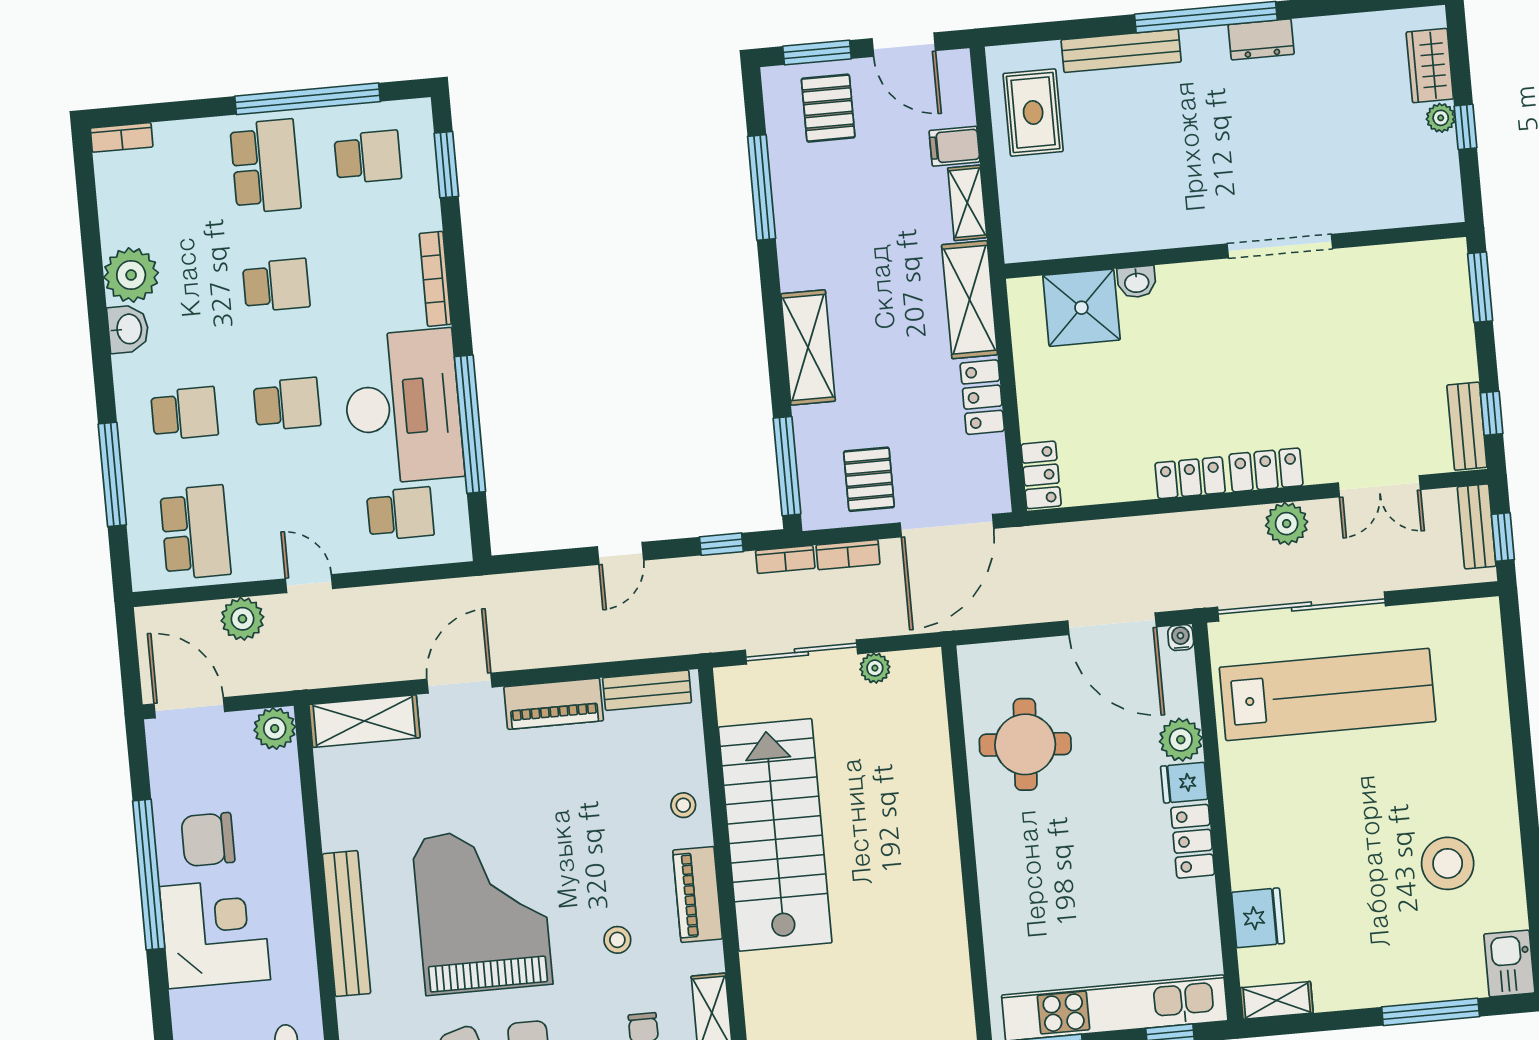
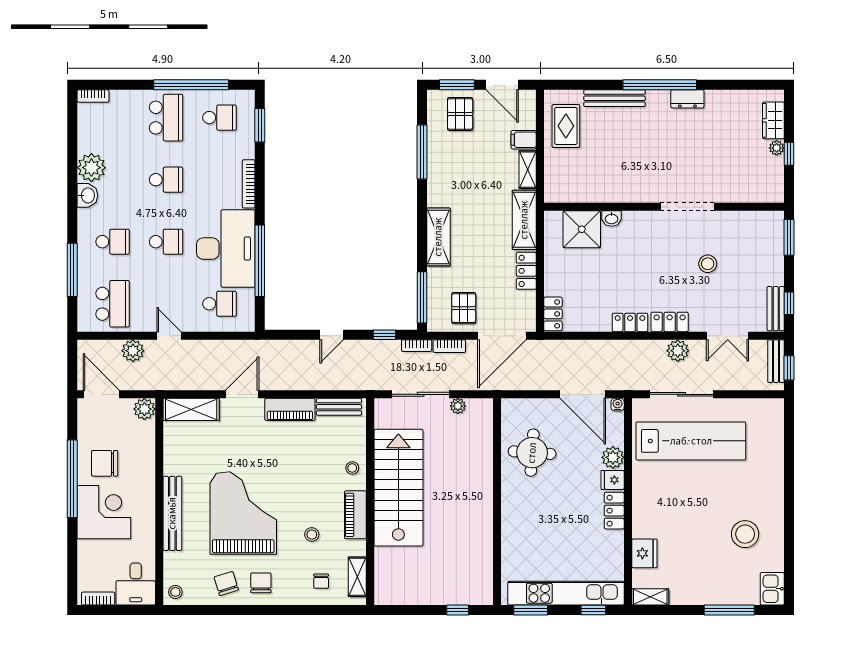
stool: (1329, 352) -> (708, 264), added
sliding door: (1301, 607) -> (682, 394), width x0.73

